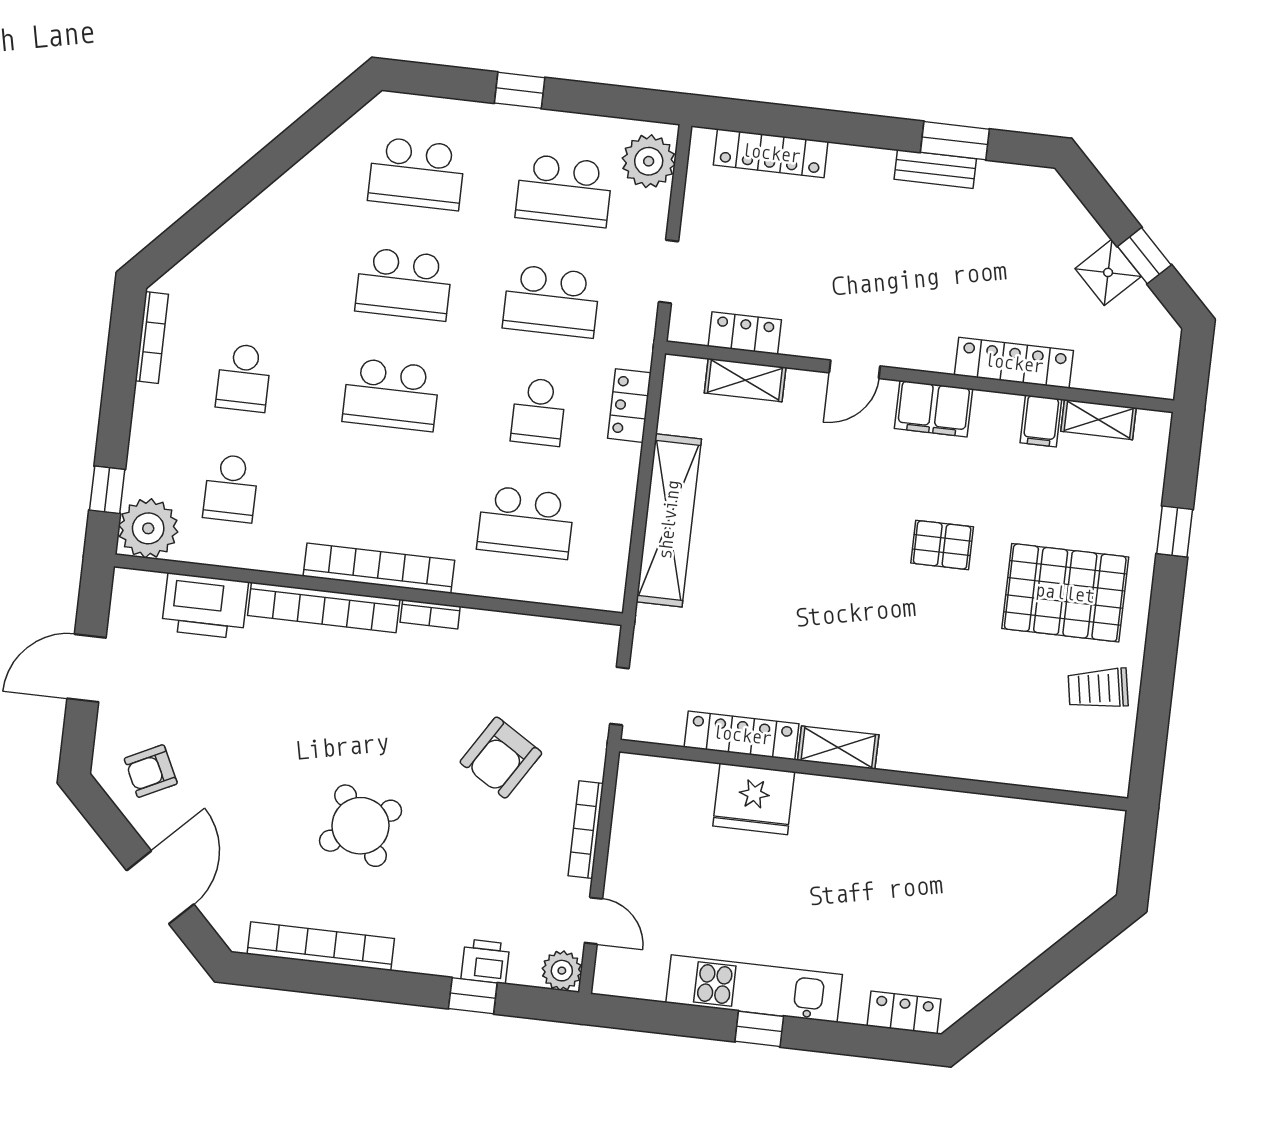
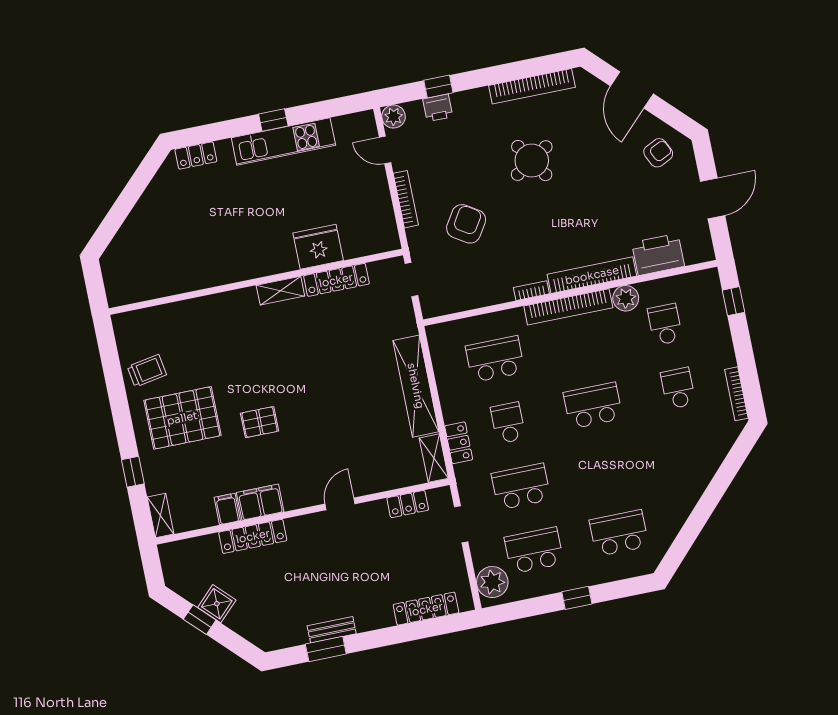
school desk: (404, 284) -> (606, 469), removed
shelving: (745, 380) -> (434, 458), moved, turned 90
filing cabinet: (934, 409) -> (260, 502), moved
shelving: (1099, 420) -> (160, 516), moved, turned 90
plant: (148, 528) -> (626, 298), moved, width x0.73, depth x0.73

